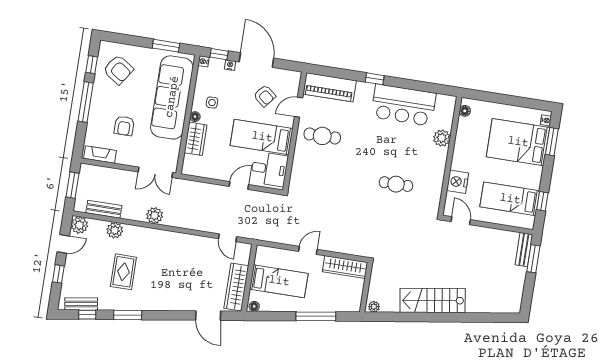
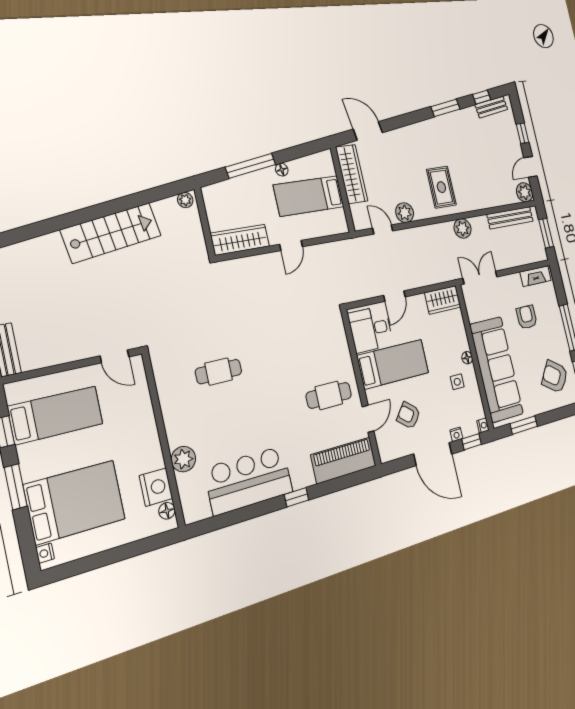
wardrobe: (196, 139) -> (443, 300), moved, turned -90
window: (552, 142) -> (16, 487), moved
nightstand: (458, 182) -> (156, 487), moved
bench: (104, 209) -> (510, 218), width x1.36
plant: (115, 230) -> (405, 213), moved
rug: (123, 272) -> (441, 187), moved
floor lamp: (254, 306) -> (282, 170), moved

